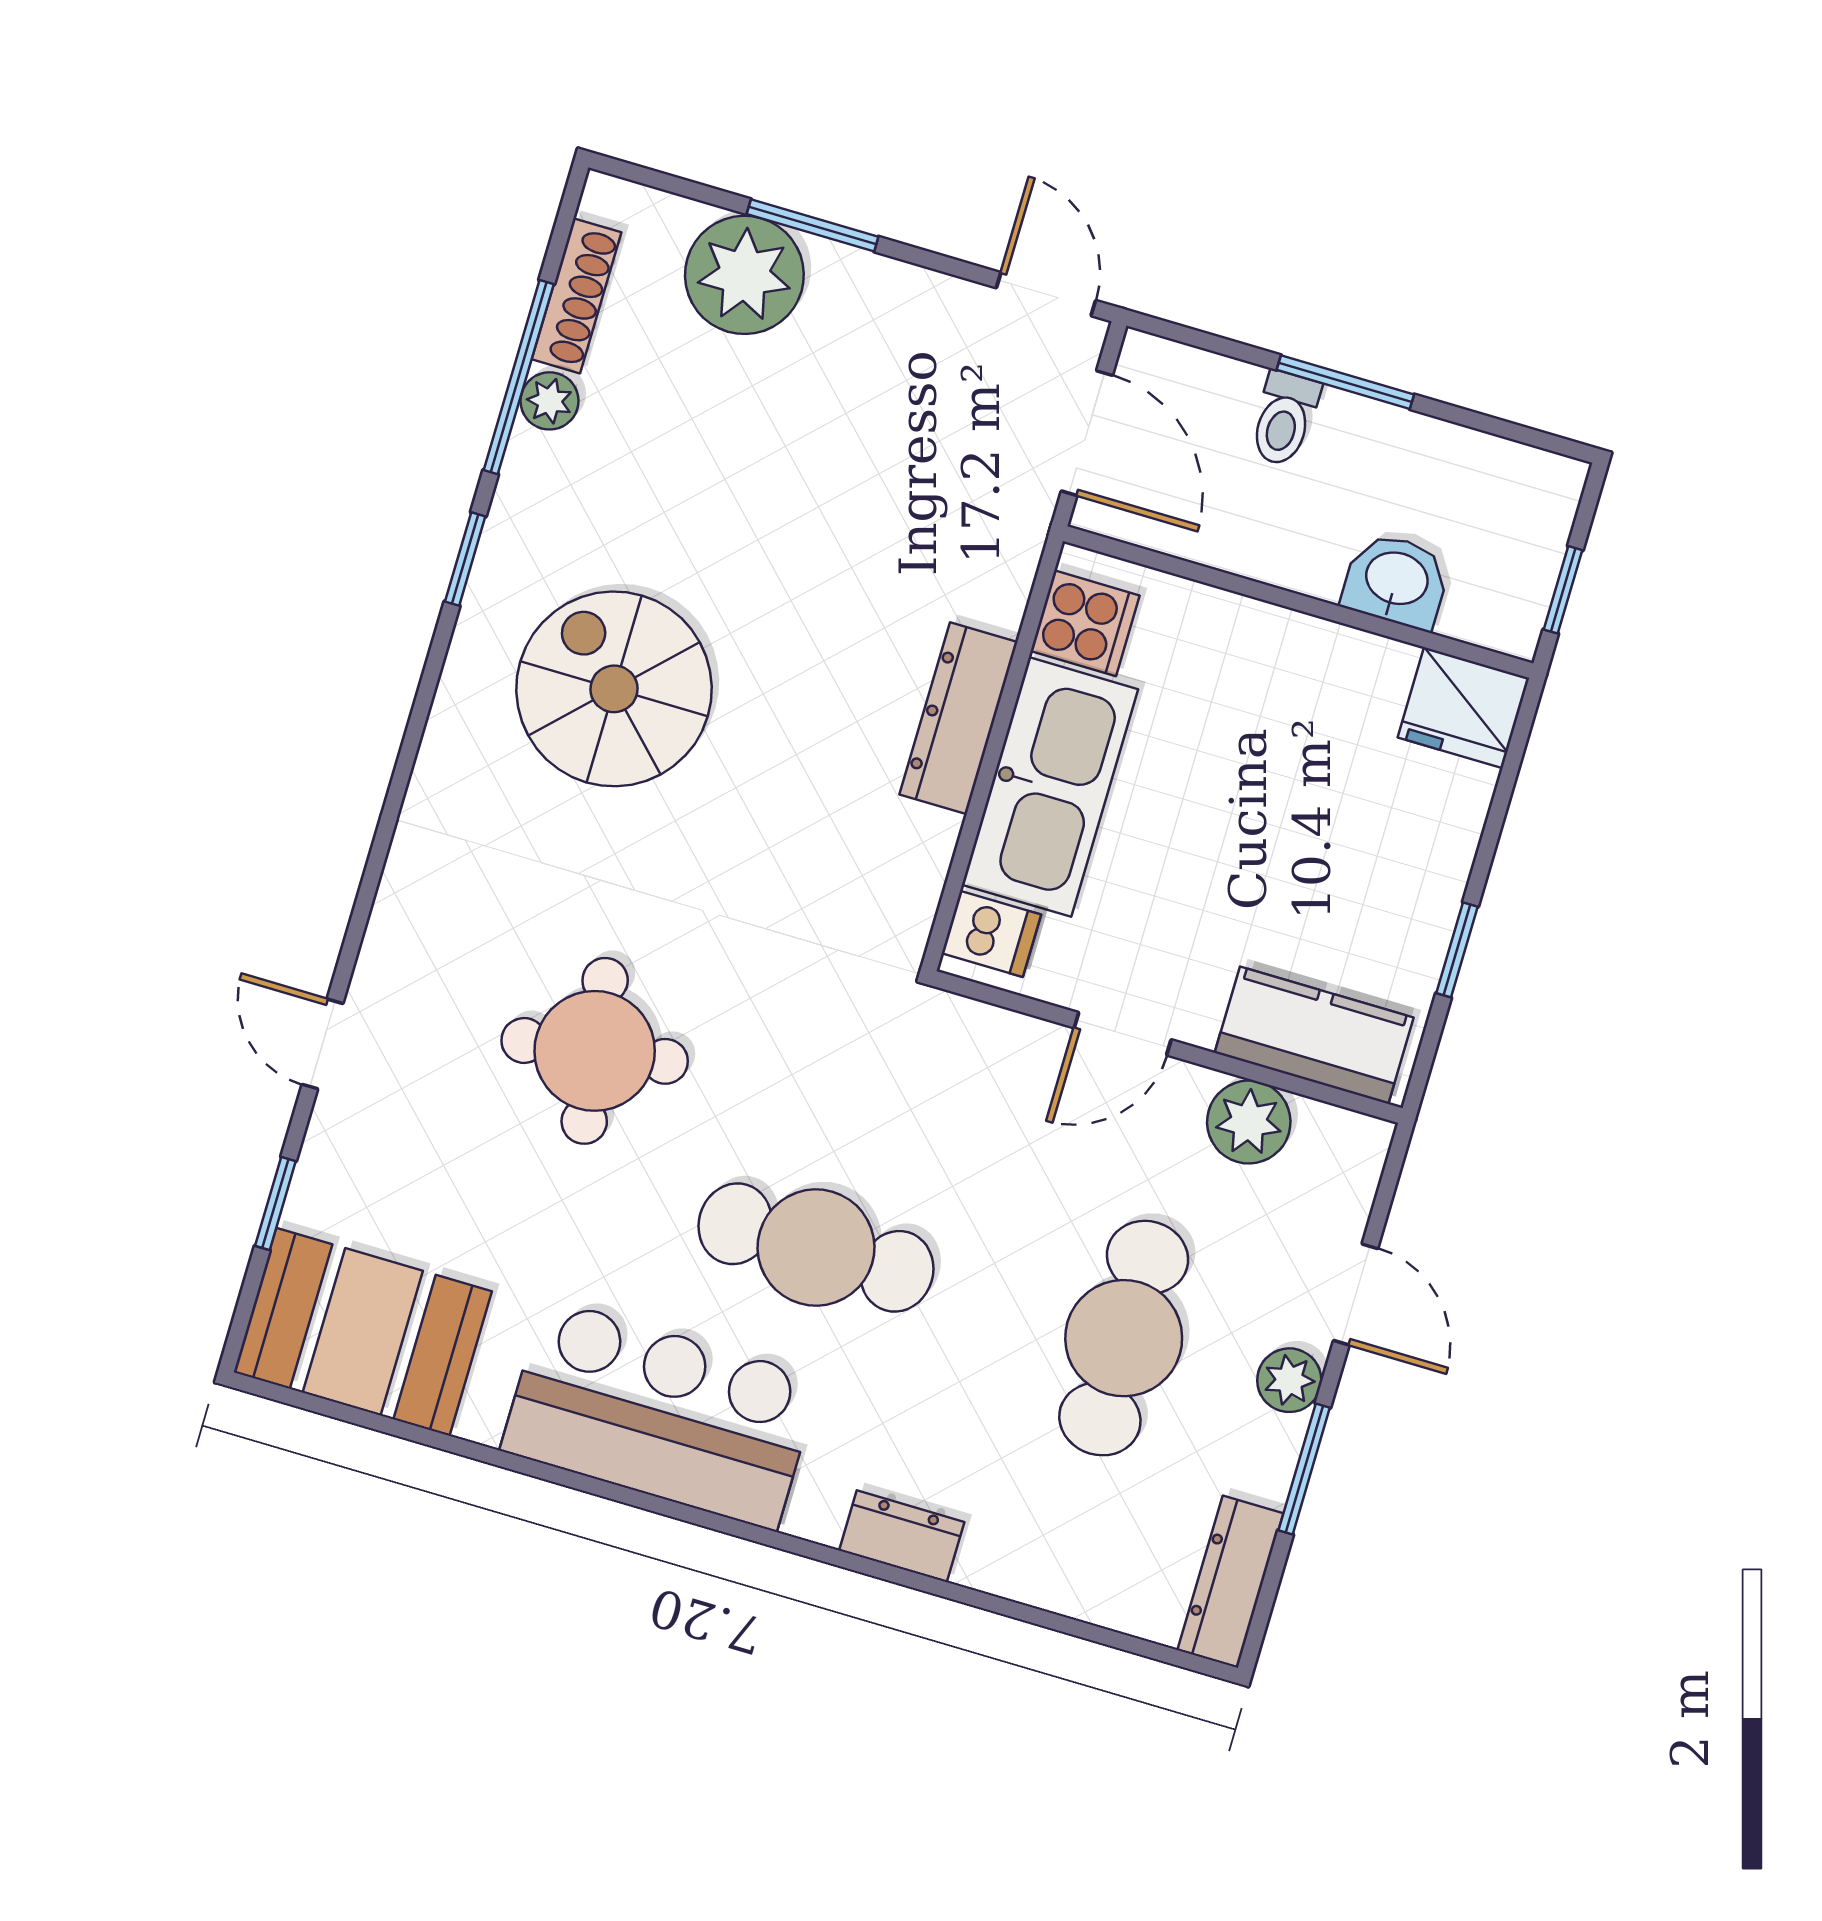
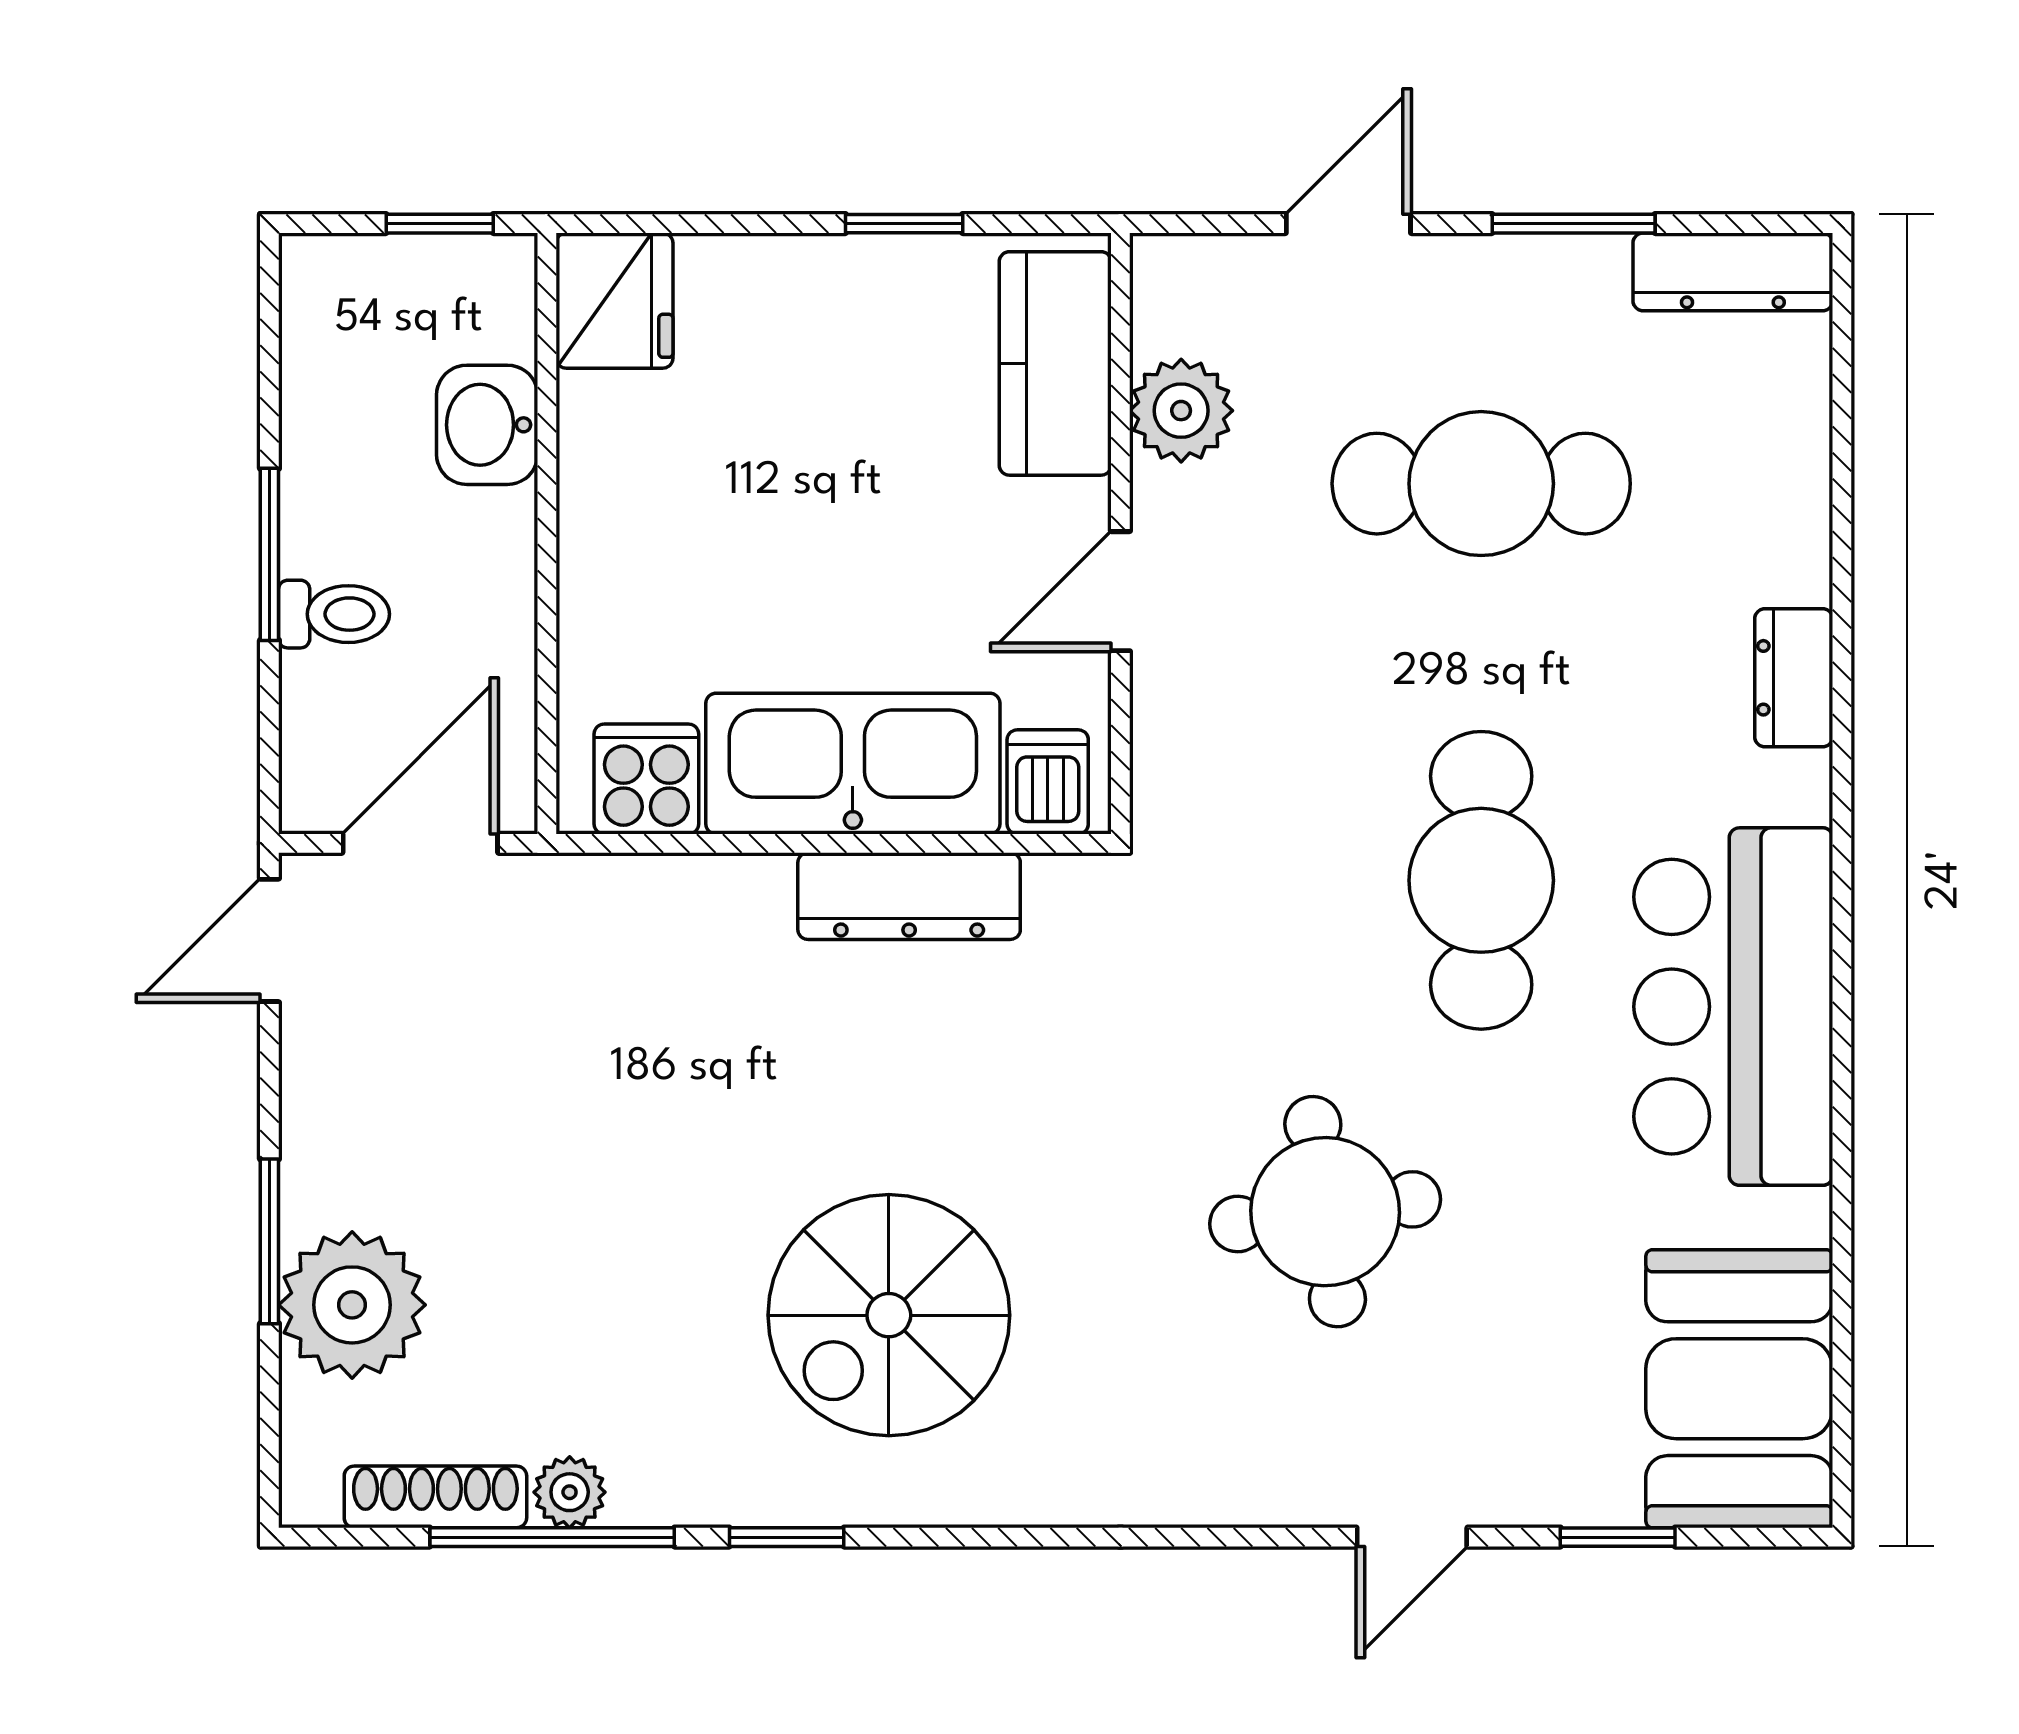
dresser: (958, 718) -> (909, 896), moved
door: (1123, 1034) -> (1120, 591), swing flipped
plant: (1289, 1380) -> (1473, 272), removed

